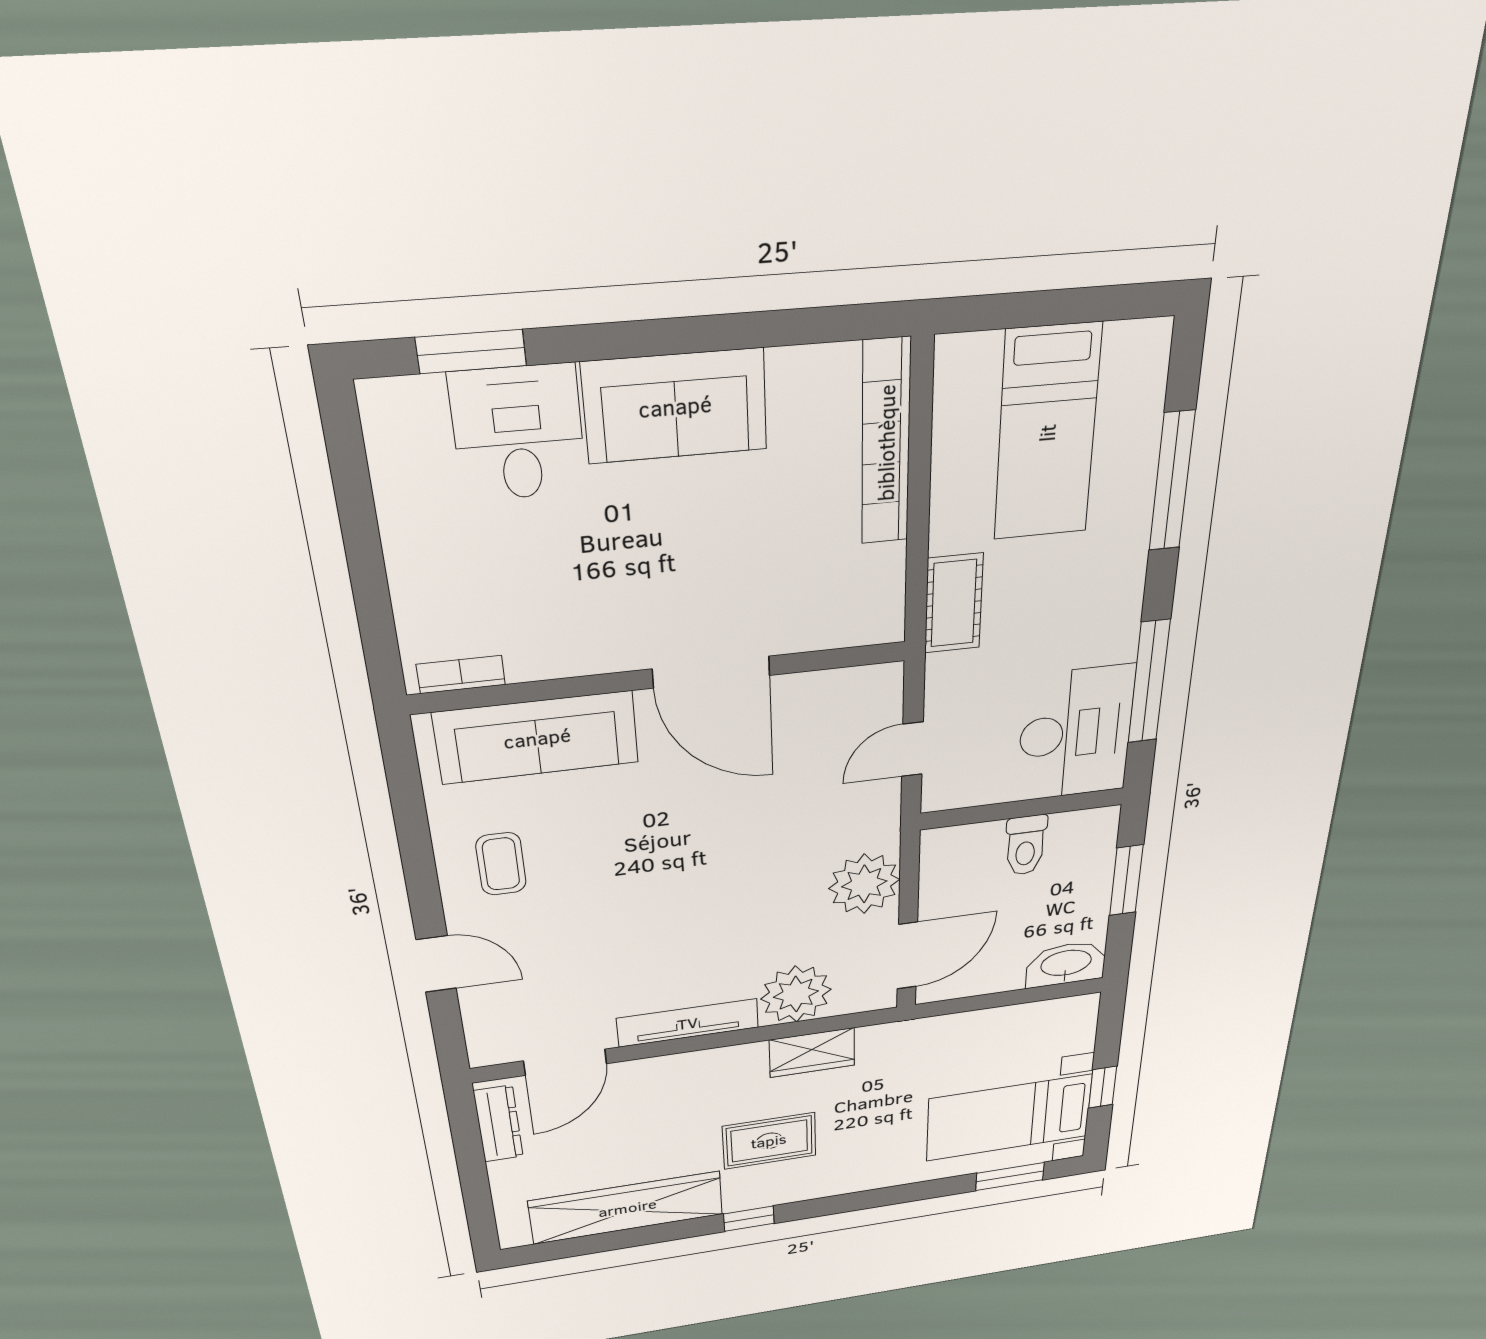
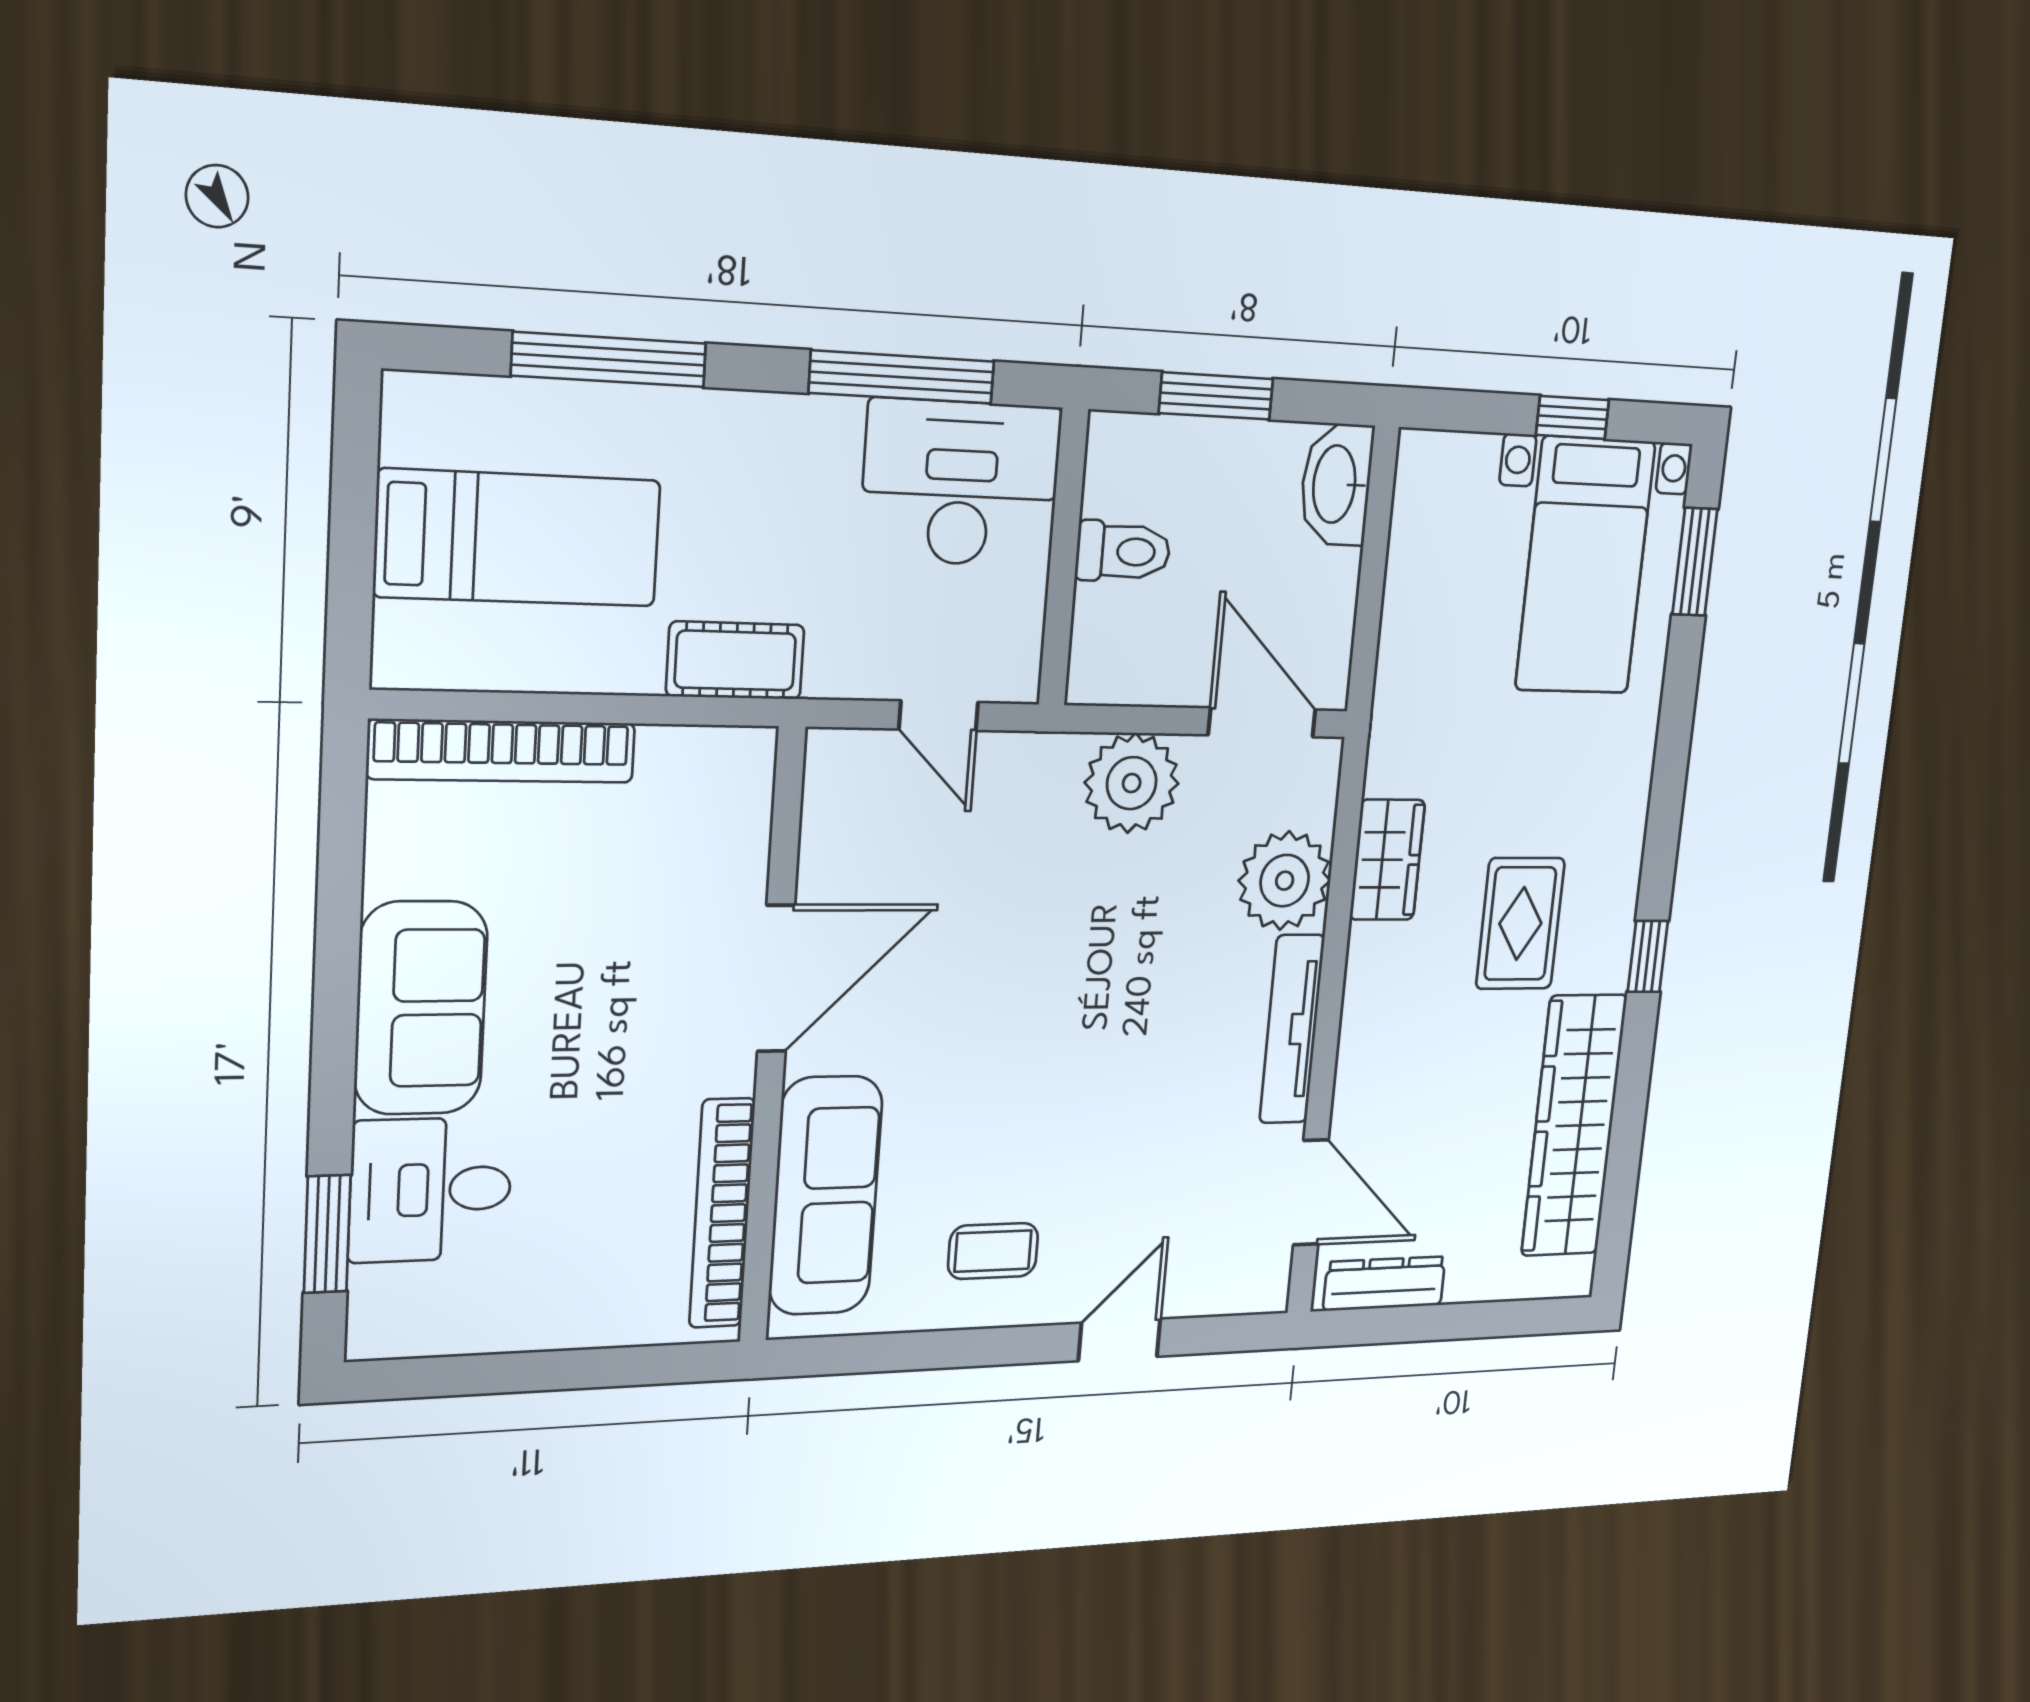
bookcase: (461, 675) -> (722, 1213), width x2.31, depth x1.31

